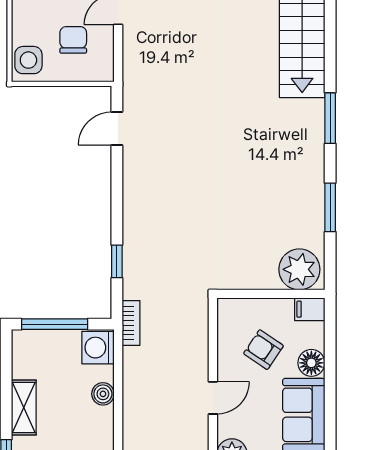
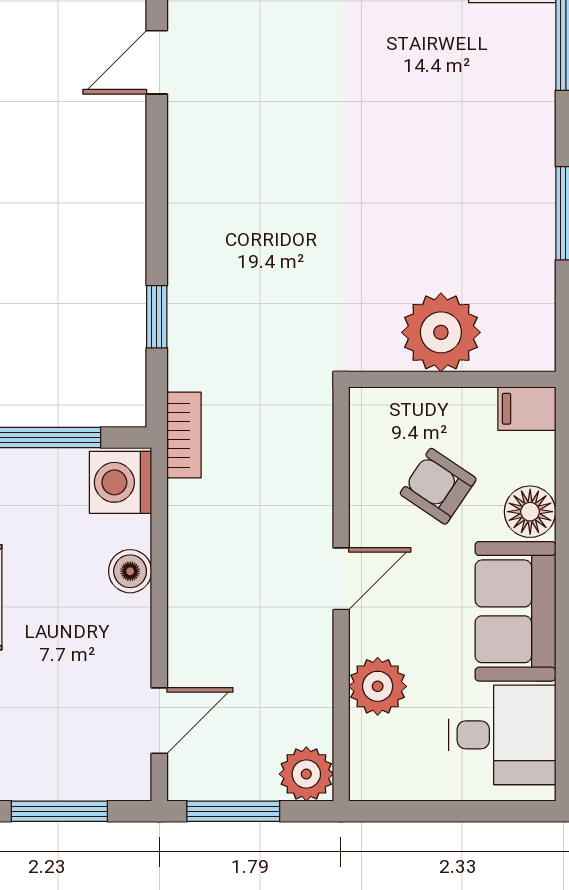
plant: (299, 269) -> (441, 332), moved

